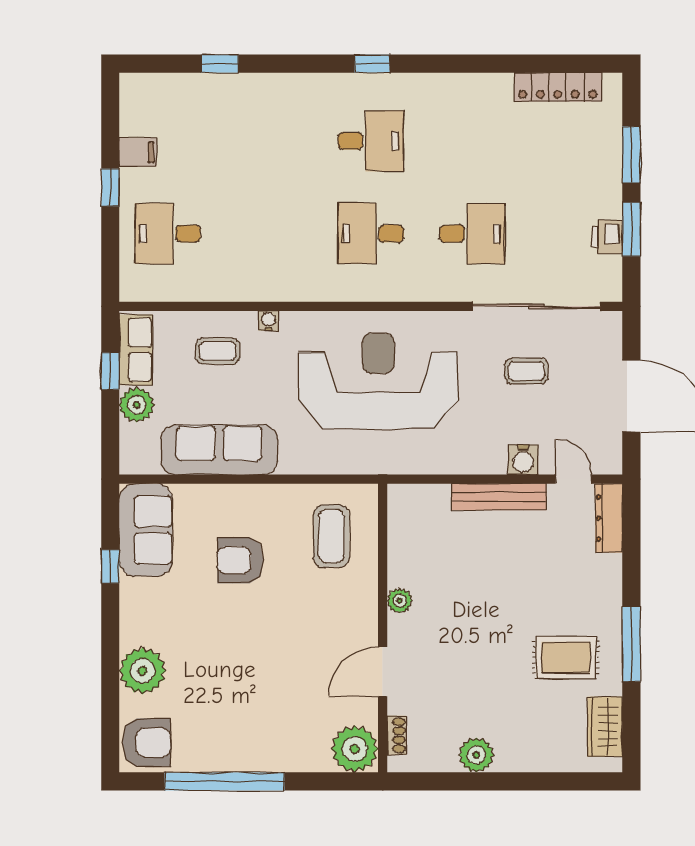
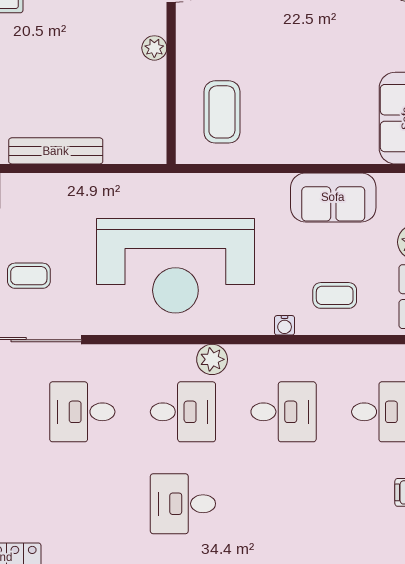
desk: (269, 234) -> (284, 412), added
plant: (341, 286) -> (212, 359), added
sofa: (219, 450) -> (333, 197), width x0.73
water cooler: (523, 460) -> (32, 188), removed
armchair: (240, 560) -> (312, 88), removed

